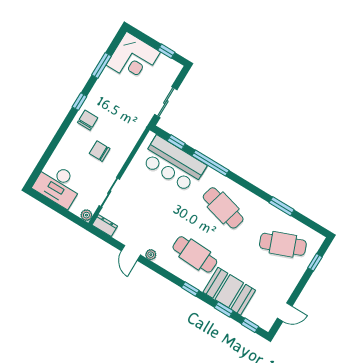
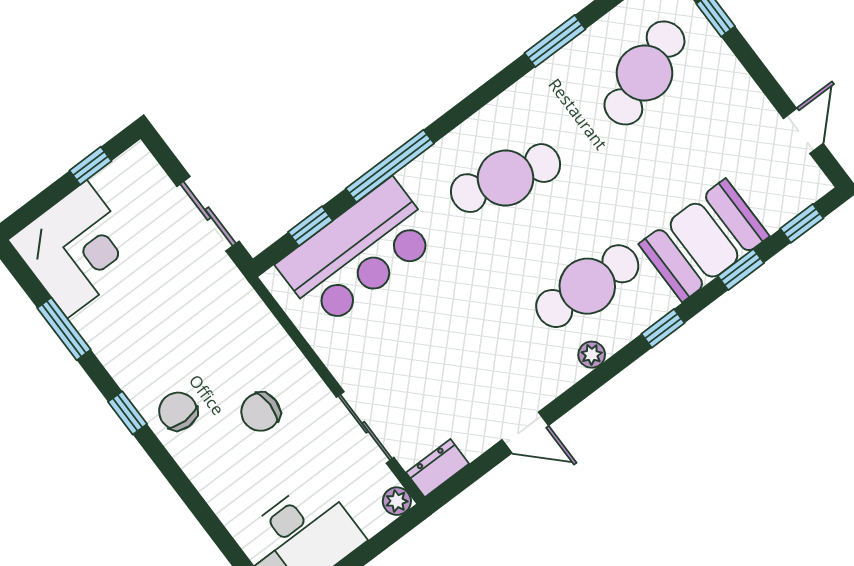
plant: (151, 255) -> (592, 355), moved

